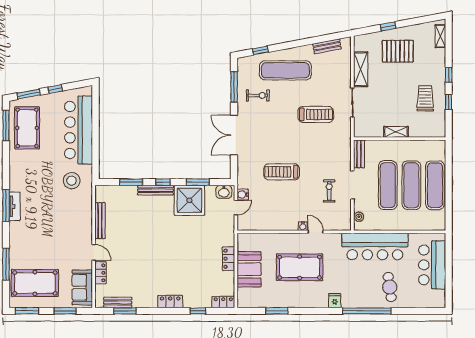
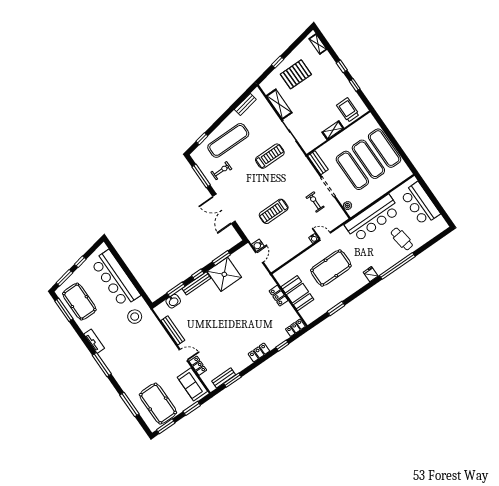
trolley: (425, 98) -> (348, 110), moved
washbasin: (224, 192) -> (173, 301), moved
tv unit: (15, 206) -> (94, 341), moved
pool table: (35, 283) -> (158, 404), turned 90

